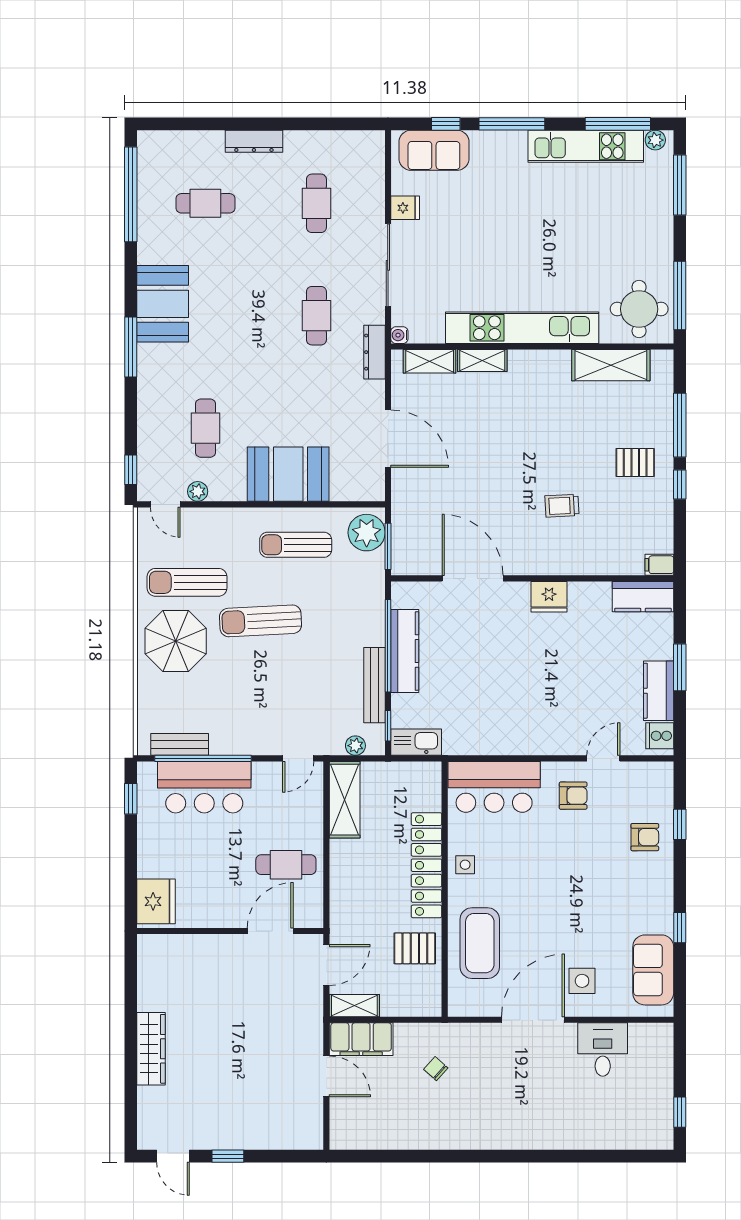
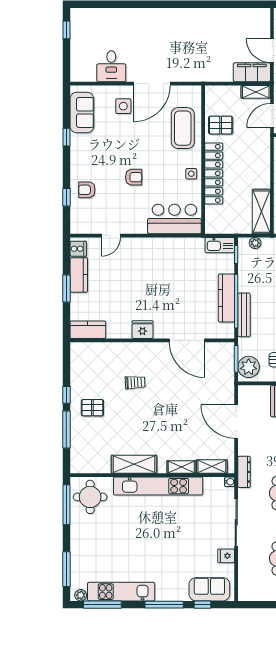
shelving: (611, 365) -> (134, 464), moved
filing cabinet: (659, 565) -> (78, 348), removed
bench: (374, 685) -> (244, 315), moved
armchair: (573, 796) -> (134, 177), moved, turned 180
chair: (436, 1069) -> (208, 55), removed

